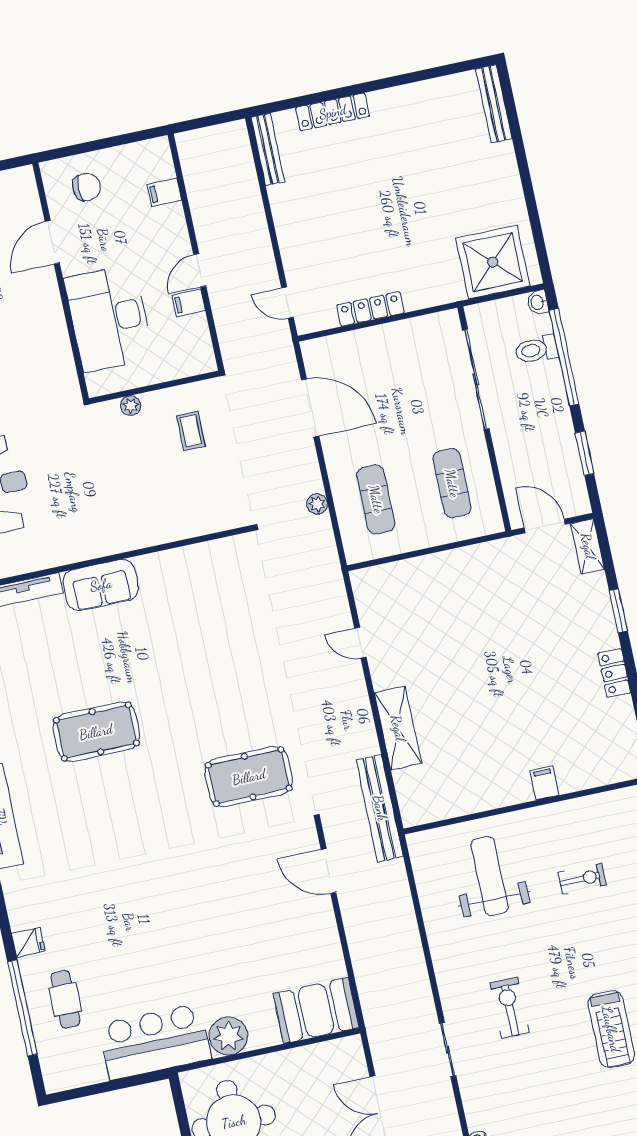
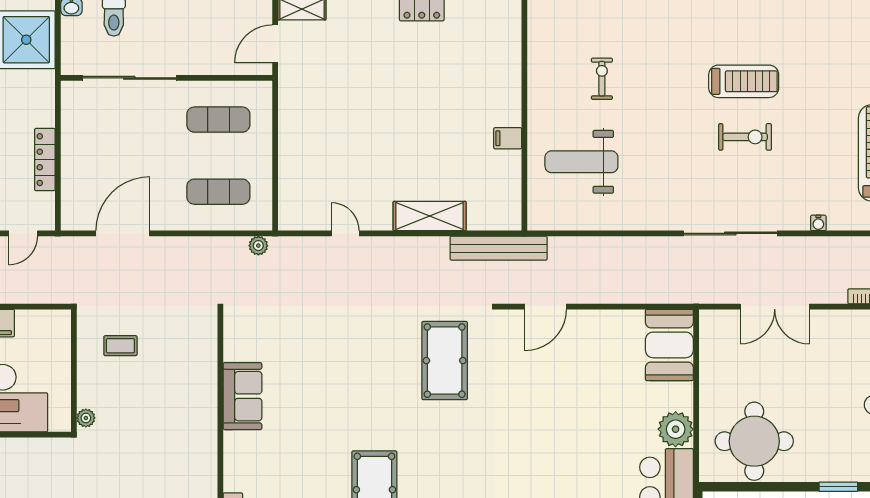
plant: (131, 406) -> (86, 418), moved
plant: (317, 504) -> (258, 246), moved
sofa: (101, 585) -> (242, 396), moved
door: (360, 643) -> (345, 233), swing flipped
filing cabinet: (544, 783) -> (508, 138), moved
exercise bike: (510, 1008) -> (745, 137), moved, turned 180
sliding door: (448, 1050) -> (730, 233), width x1.86

